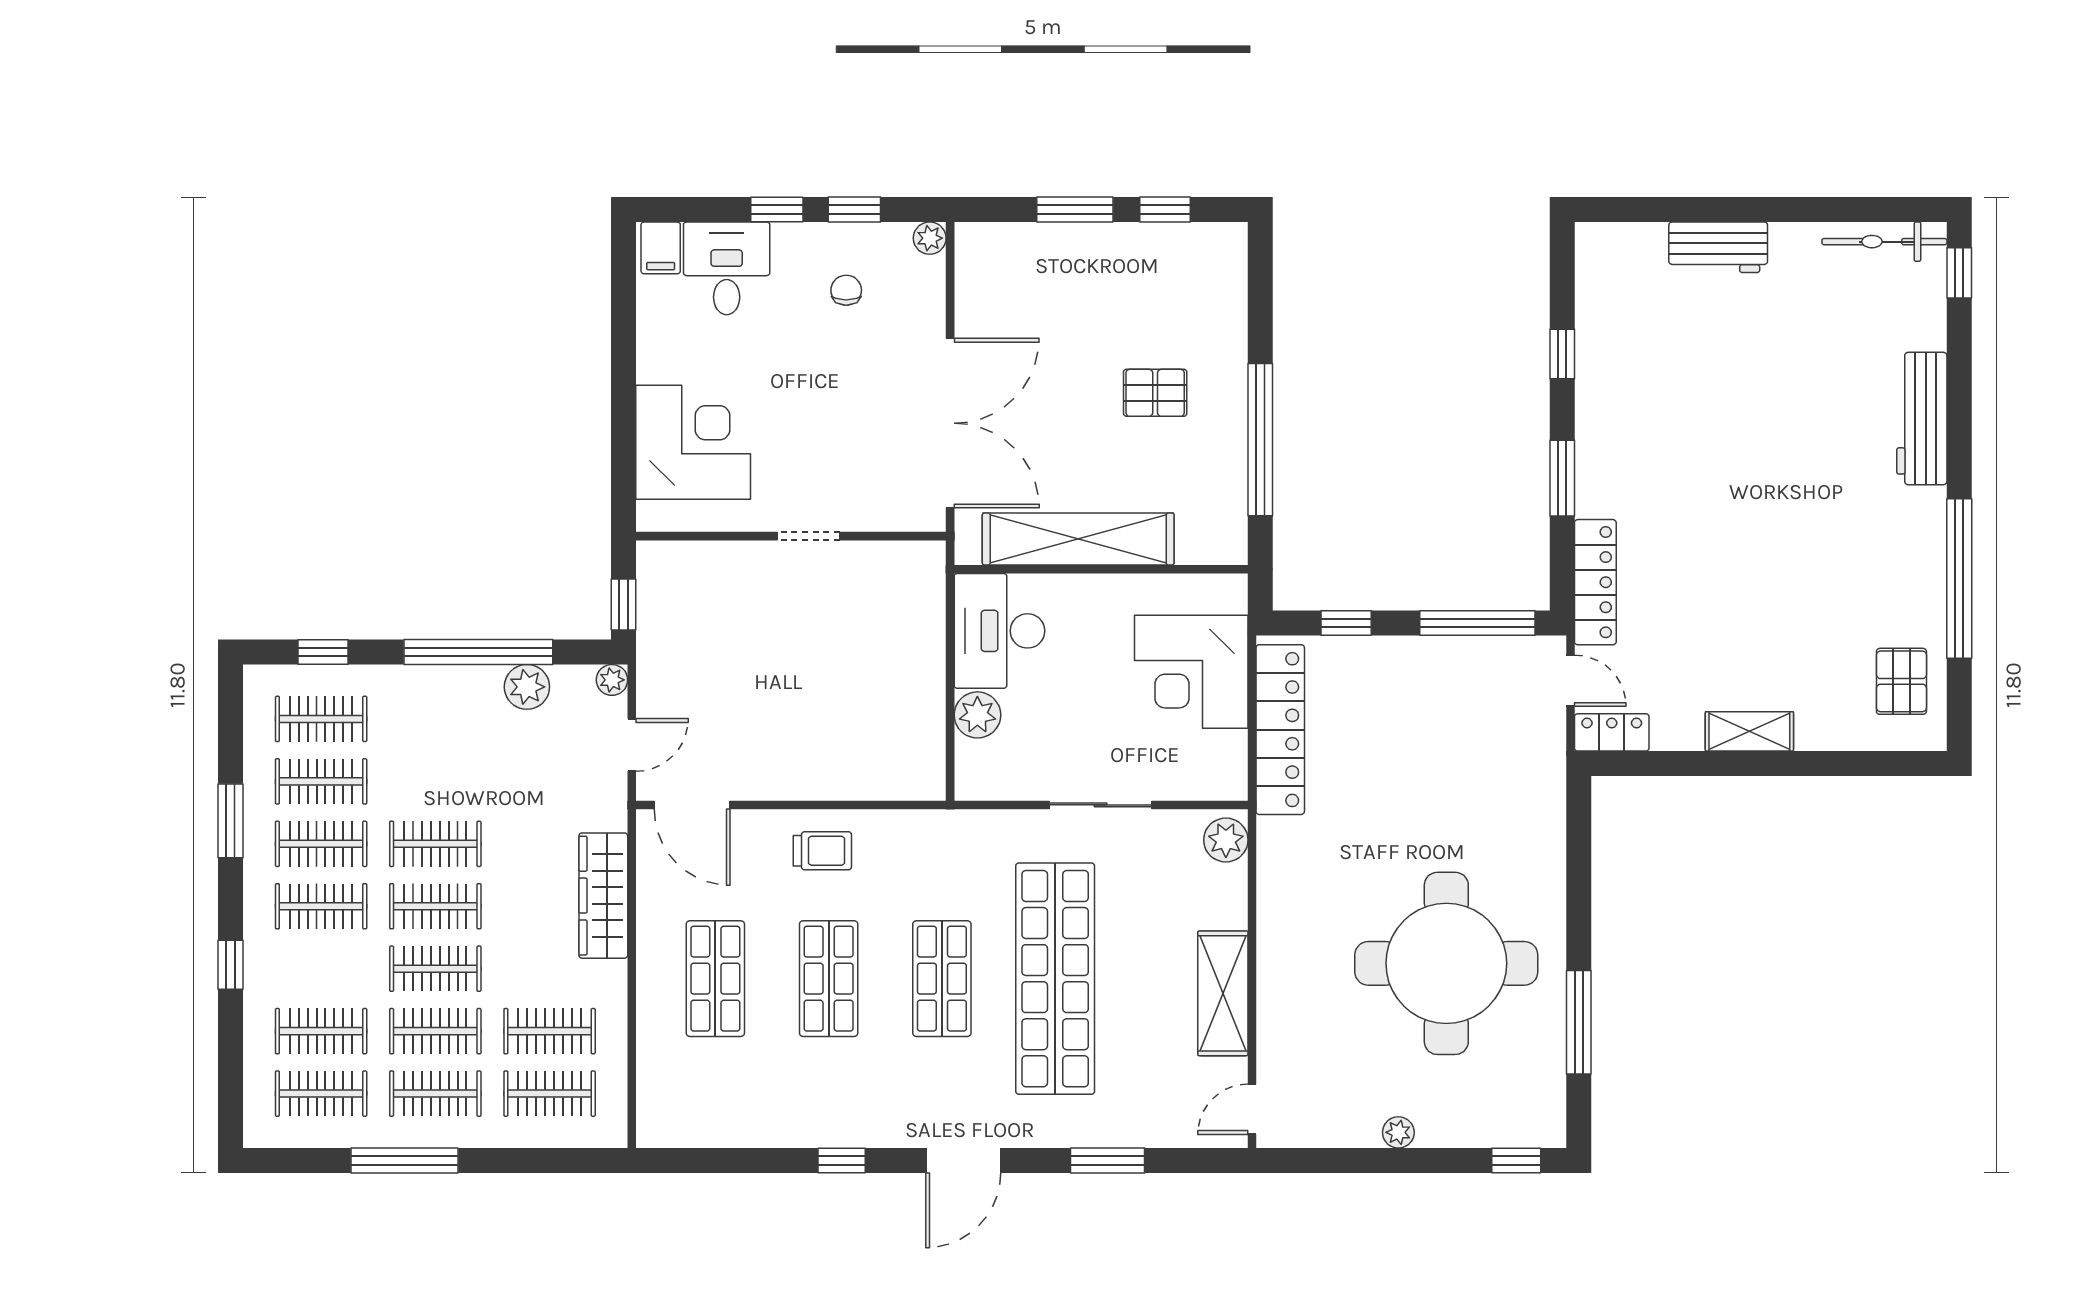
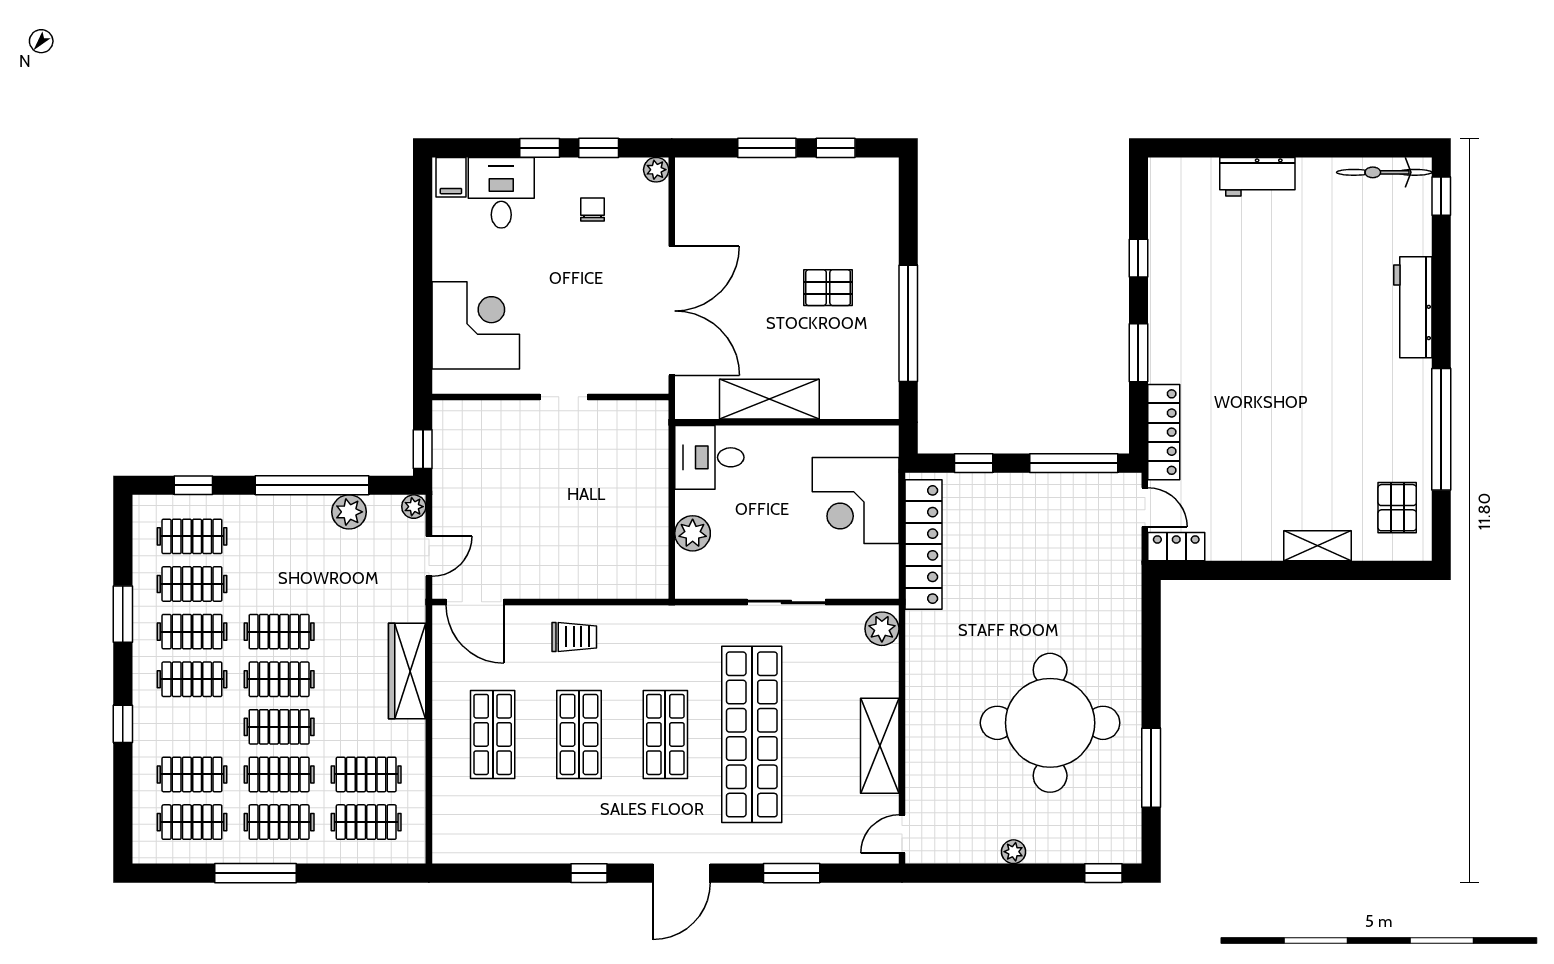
shelving: (1078, 539) -> (769, 399), width x0.68
desk: (999, 631) -> (709, 457), width x0.73
shelving: (1749, 731) -> (1318, 546), moved

